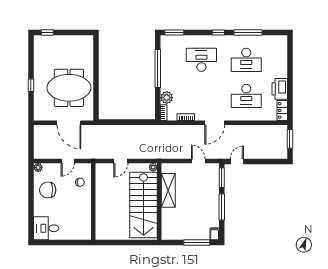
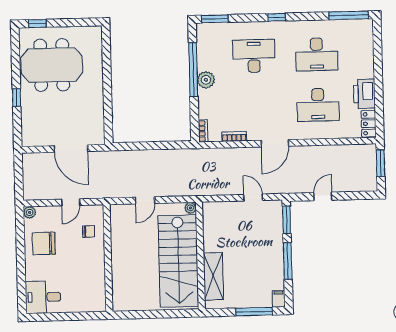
window: (248, 33) -> (348, 15), moved
meeting table: (69, 88) -> (52, 65), moved
plant: (167, 98) -> (206, 80), moved
door: (237, 162) -> (323, 196), moved
shelving: (168, 190) -> (213, 276), moved

